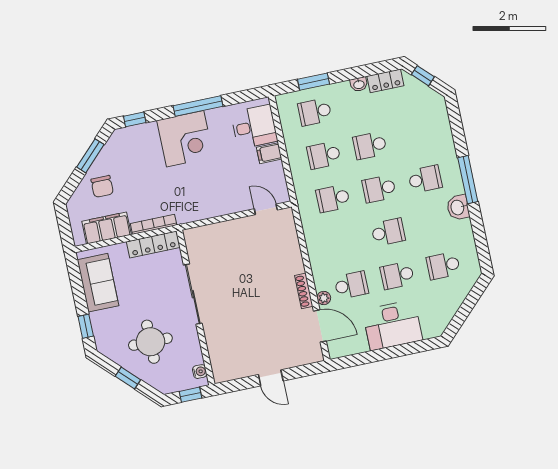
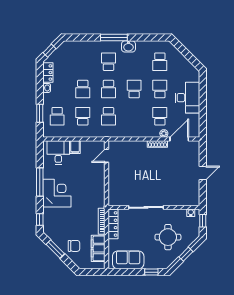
school desk: (324, 155) -> (83, 116), turned 180
school desk: (397, 275) -> (160, 89), turned 180

